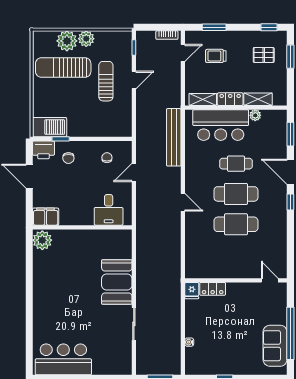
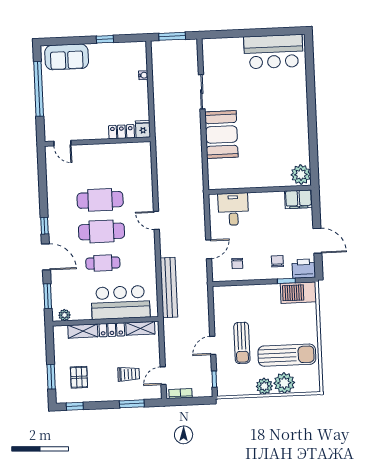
pallet: (264, 55) -> (79, 377), turned 90
plant: (255, 115) -> (64, 315), moved
sofa: (275, 346) -> (67, 57), moved, turned 90

